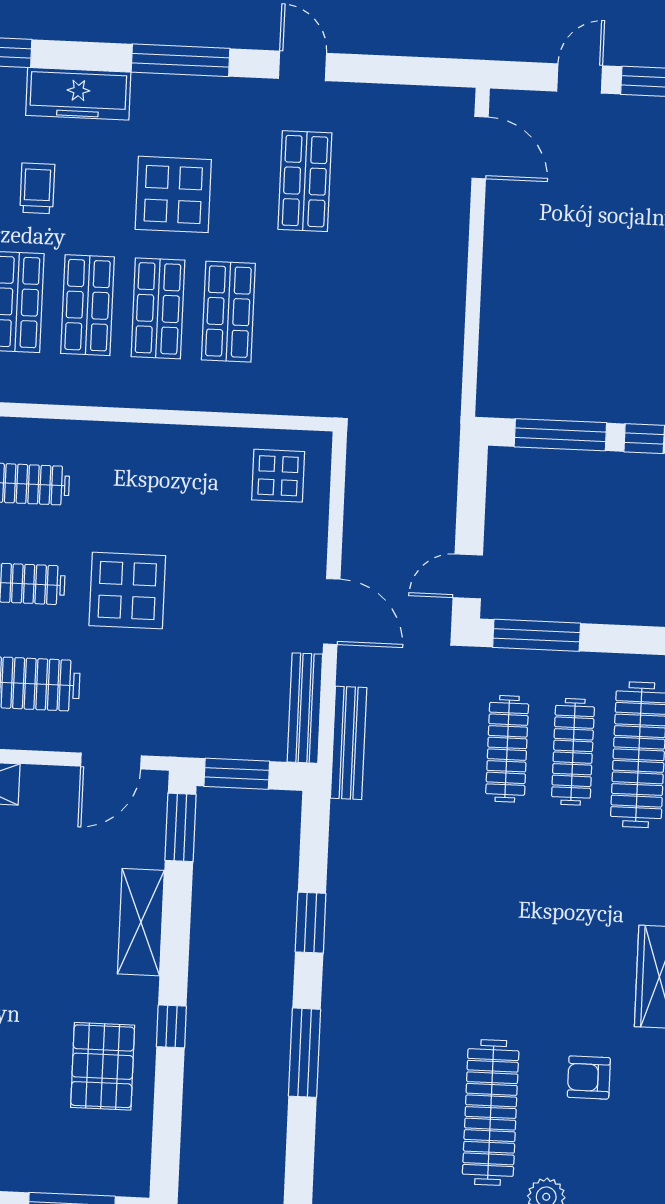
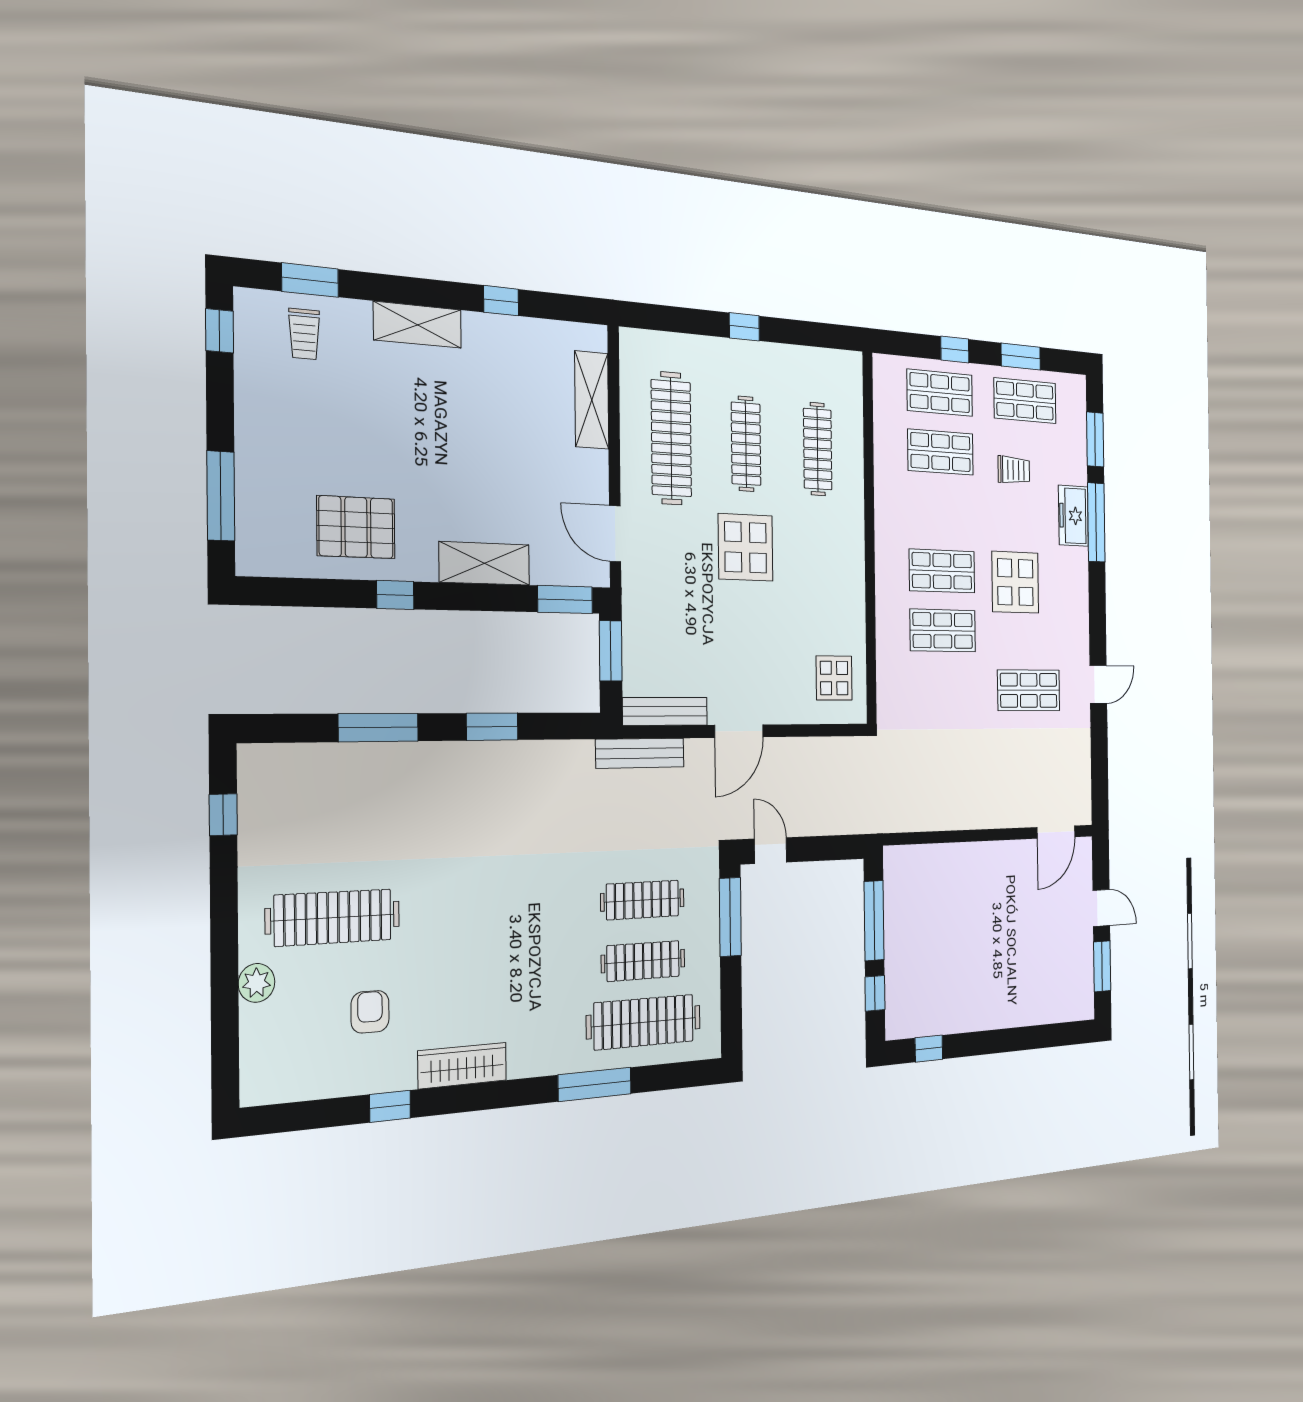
window: (181, 60) -> (1096, 522), moved
freezer: (78, 94) -> (1073, 516), width x0.71
shop shelf: (88, 305) -> (941, 512), removed

